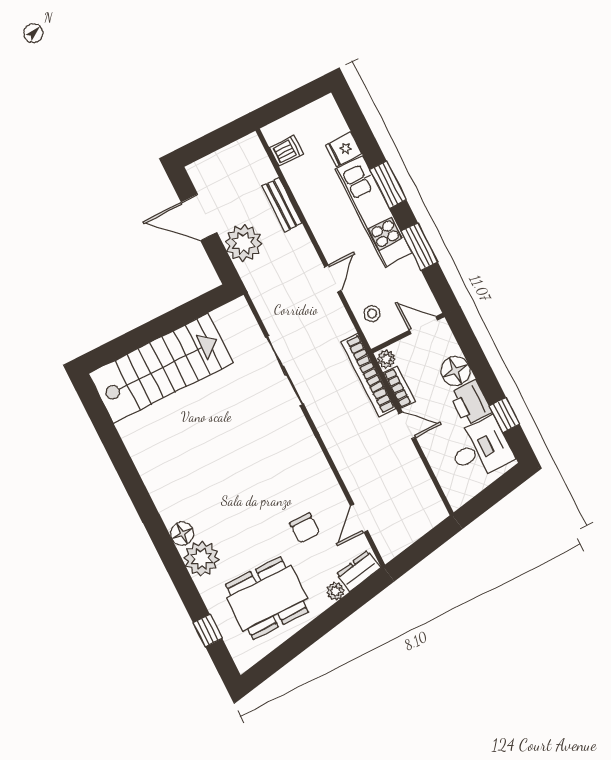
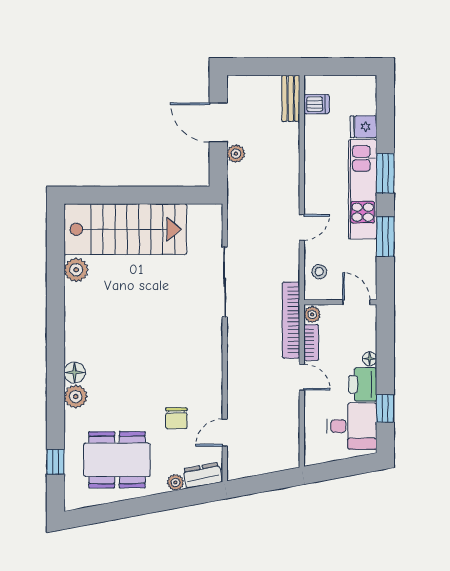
bench: (282, 205) -> (291, 98), moved
plant: (243, 243) -> (236, 154), width x0.53, depth x0.53
floor lamp: (455, 371) -> (370, 359), width x0.53, depth x0.53
plant: (133, 432) -> (76, 270), added
plant: (202, 559) -> (76, 397), width x0.73, depth x0.73

